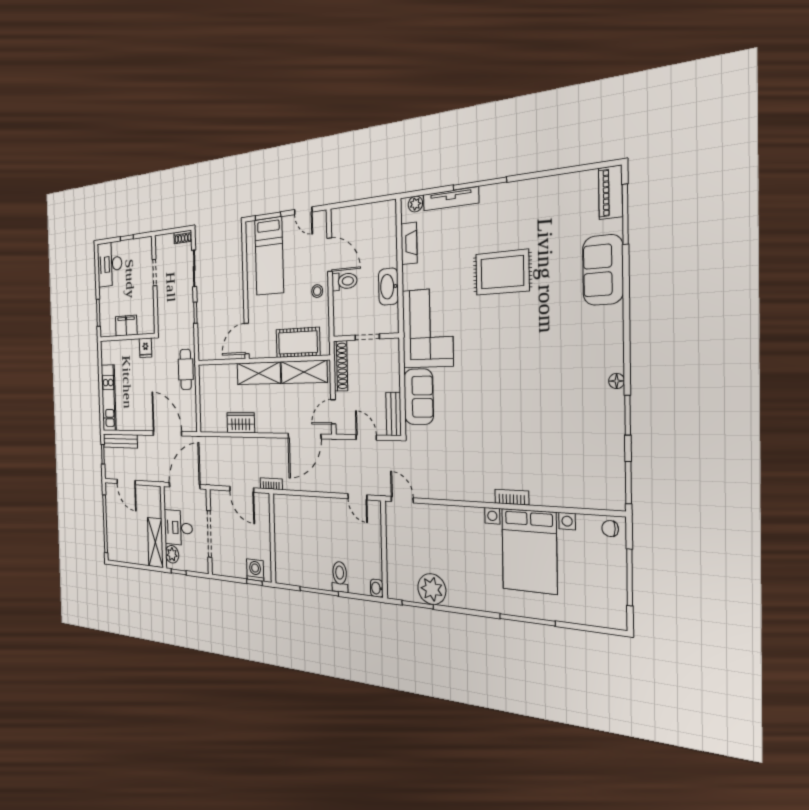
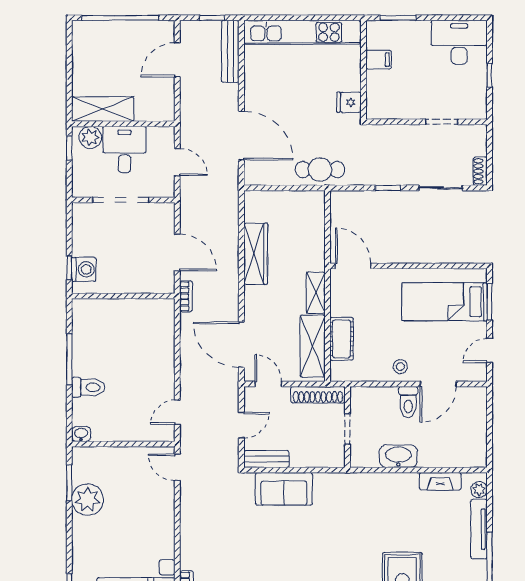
filing cabinet: (126, 326) -> (378, 60), width x0.50
corner sofa: (427, 328) -> (353, 501), removed
cot: (298, 343) -> (342, 339), width x0.73, depth x0.75
shelving: (259, 373) -> (316, 293), width x0.67, depth x0.75
kitchen unit: (109, 398) -> (302, 32), width x1.36
wardrobe: (241, 423) -> (256, 254), width x1.50
door: (167, 433) -> (241, 136), hinge flipped
door: (185, 486) -> (177, 162), width x0.53
door: (242, 489) -> (177, 252), swing flipped
door: (402, 500) -> (177, 467), swing flipped

